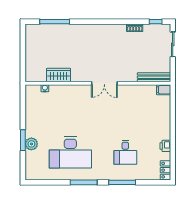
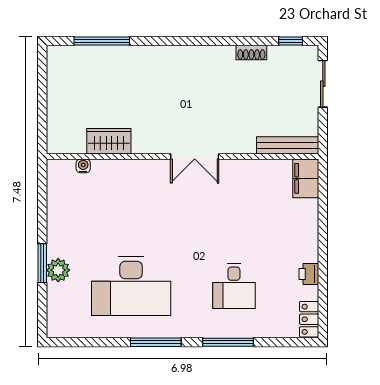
filing cabinet: (164, 90) -> (306, 178), width x2.00

